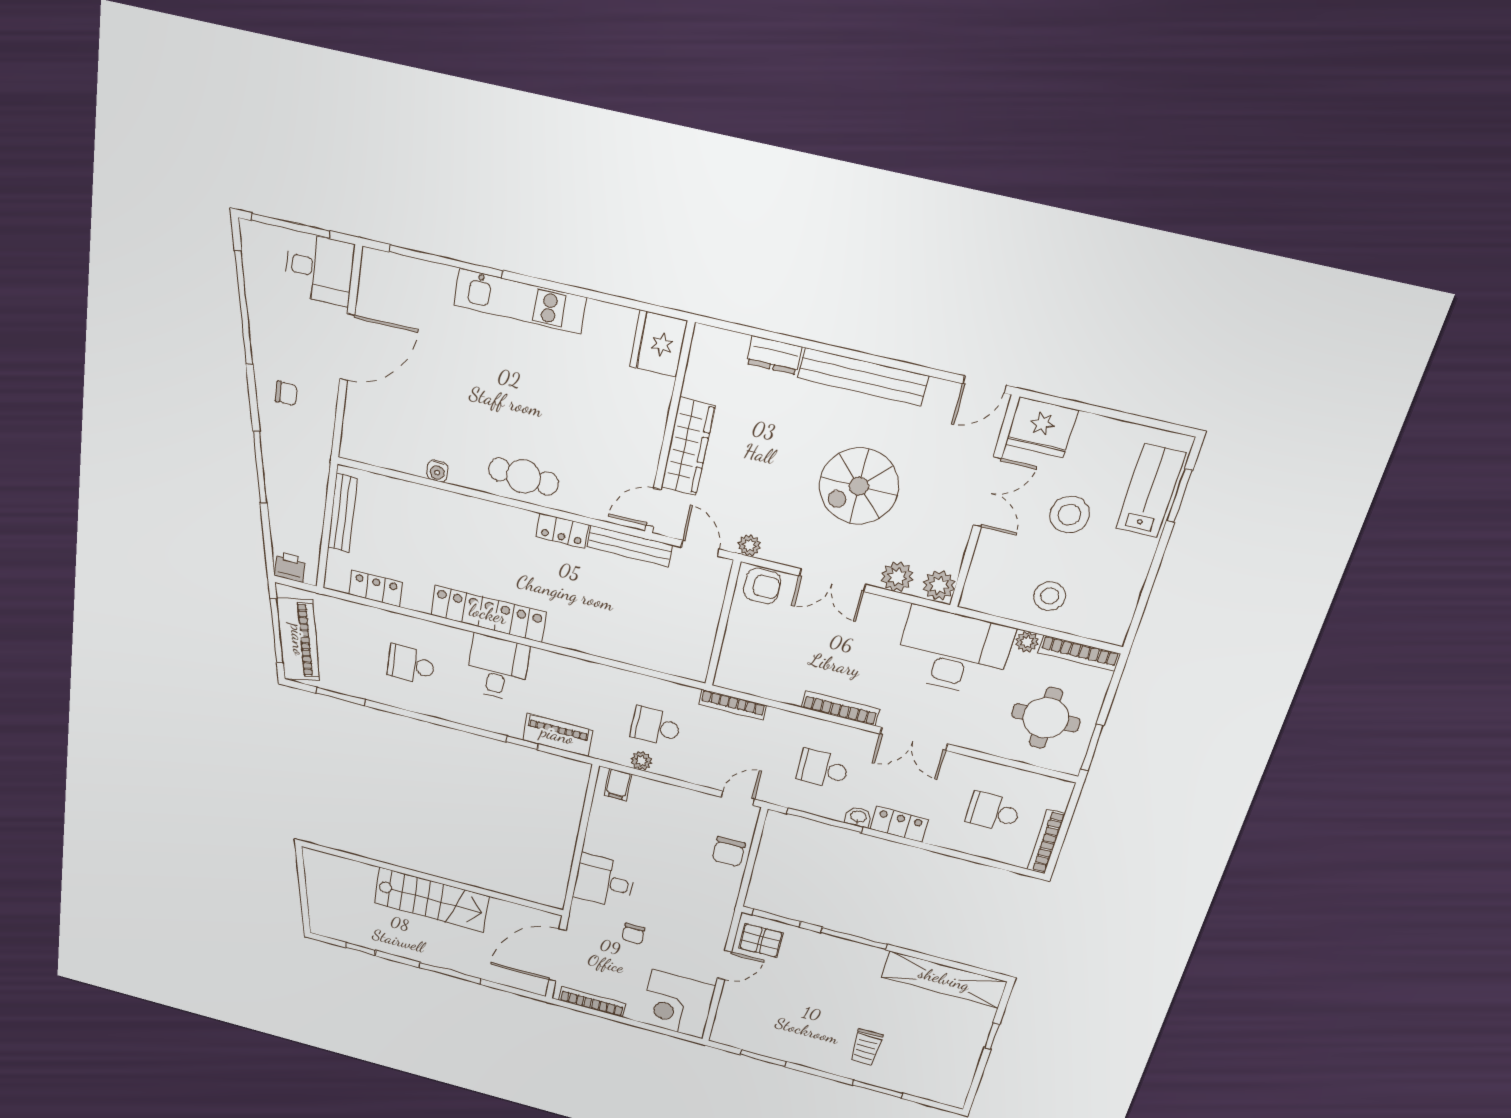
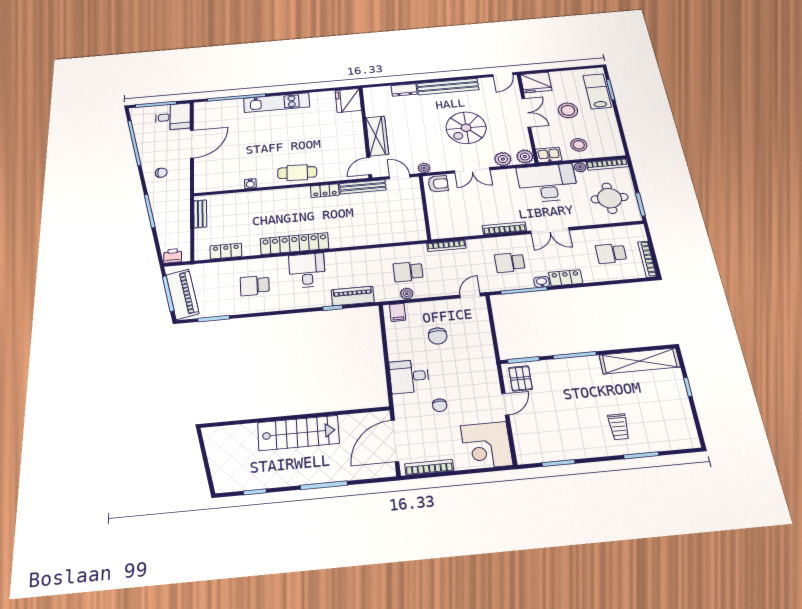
bench: (342, 513) -> (200, 214), width x0.73
kitchen sink: (984, 597) -> (549, 155), added
chair: (729, 852) -> (438, 336), moved
pallet: (761, 941) -> (521, 378), turned 90

